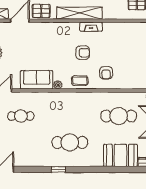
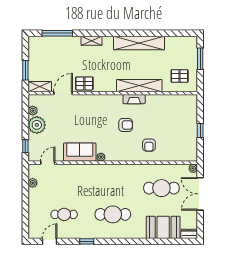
shelving: (79, 13) -> (139, 86), moved
coffee table: (80, 81) -> (123, 153), removed
cafe table: (21, 116) -> (64, 214), moved
window: (58, 169) -> (87, 241), moved

